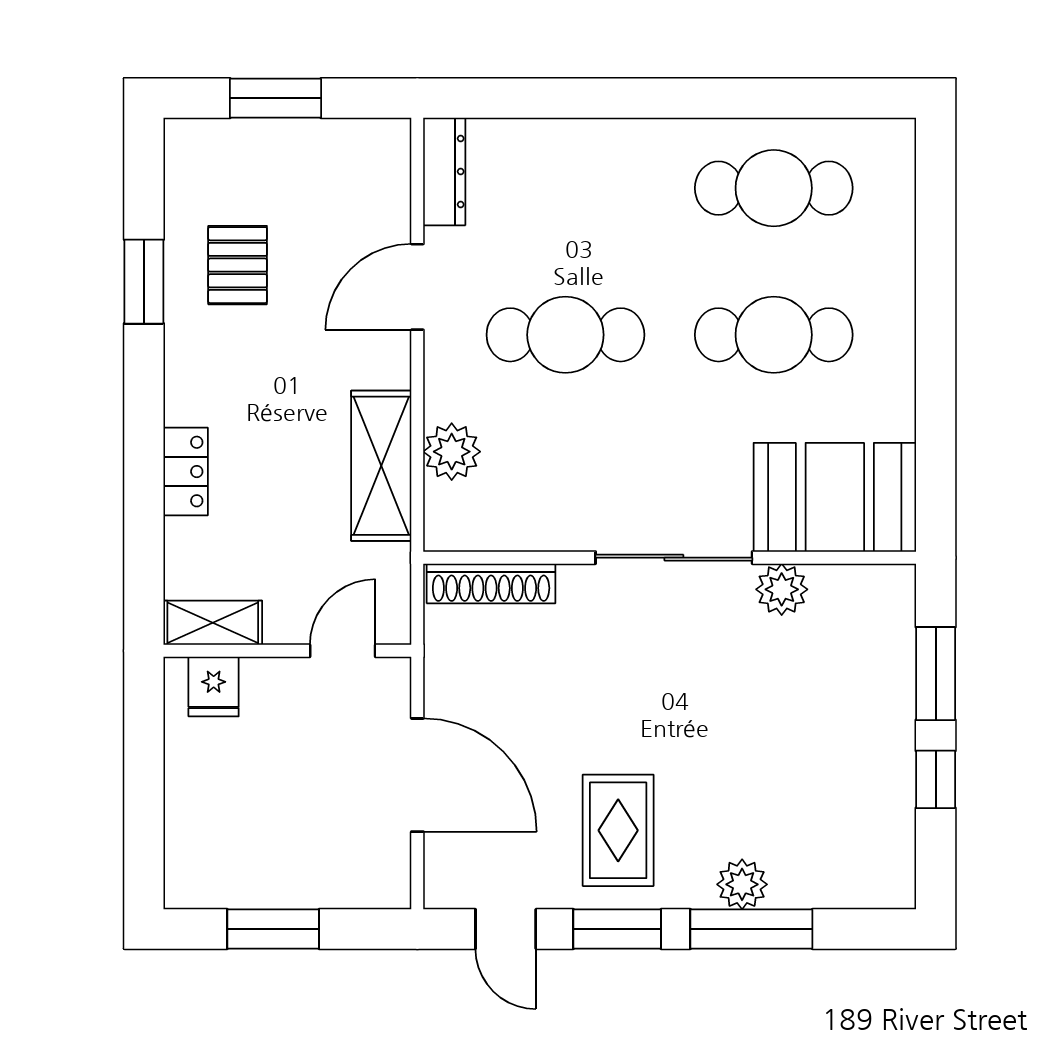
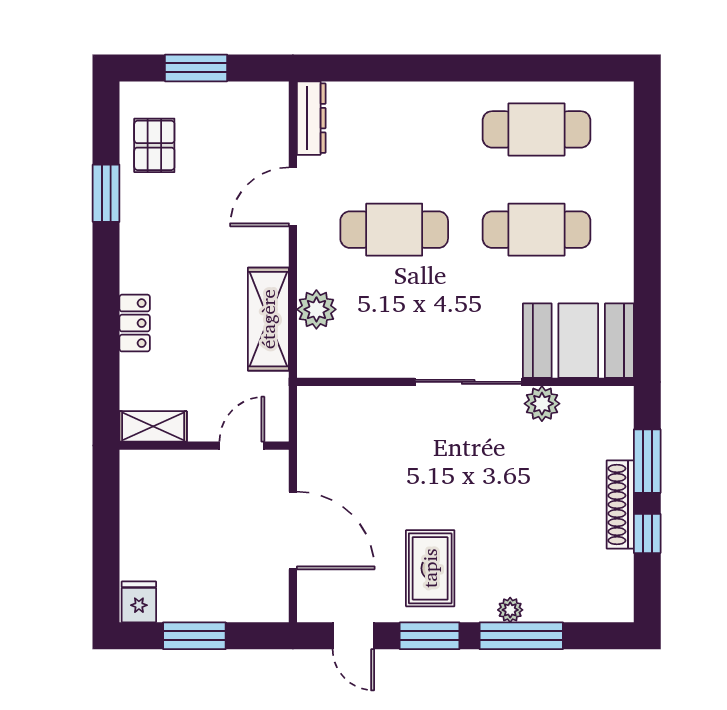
pallet: (238, 265) -> (154, 145), moved
shoe rack: (491, 583) -> (620, 505), moved, turned 90
fridge: (214, 687) -> (139, 602), moved, turned 180
plant: (742, 884) -> (510, 610), width x0.73, depth x0.73

